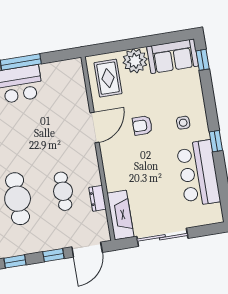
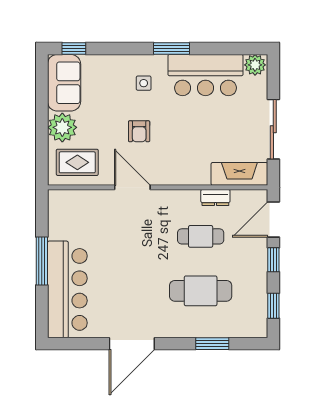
window: (216, 141) -> (171, 49), width x1.50
plant: (214, 213) -> (255, 65), added
door: (87, 250) -> (273, 219), swing flipped

